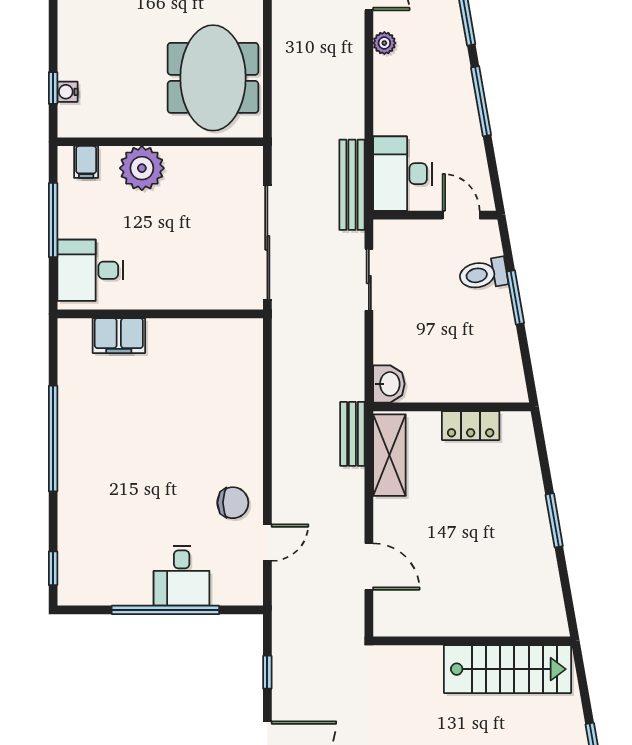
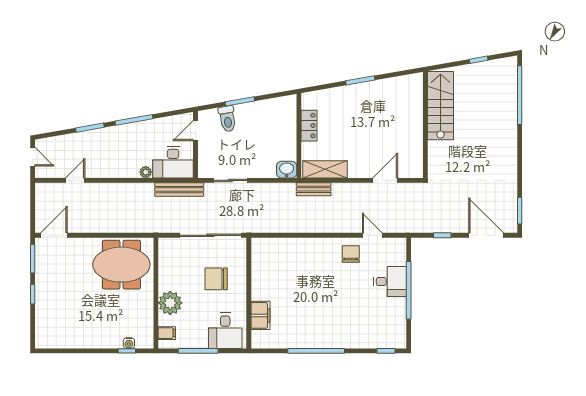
plant: (384, 43) -> (146, 172), moved
chair: (186, 253) -> (216, 279), added

